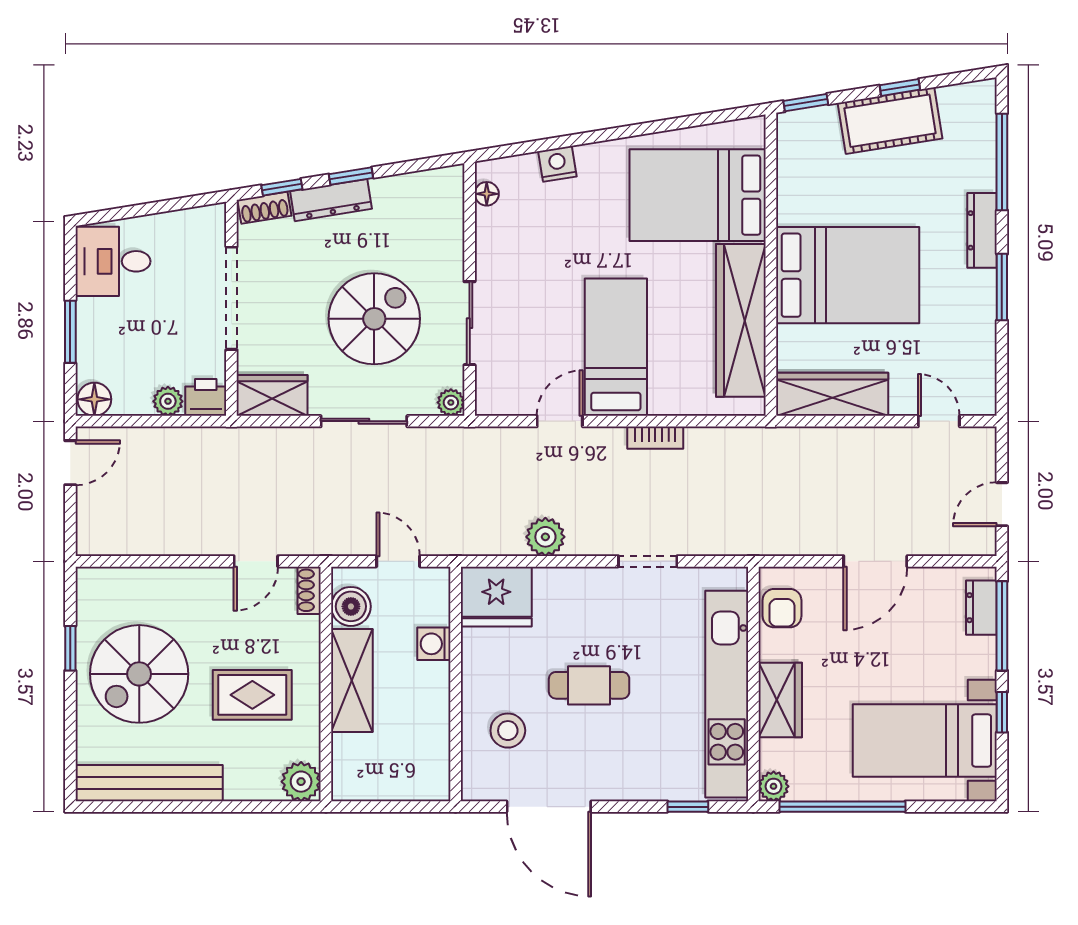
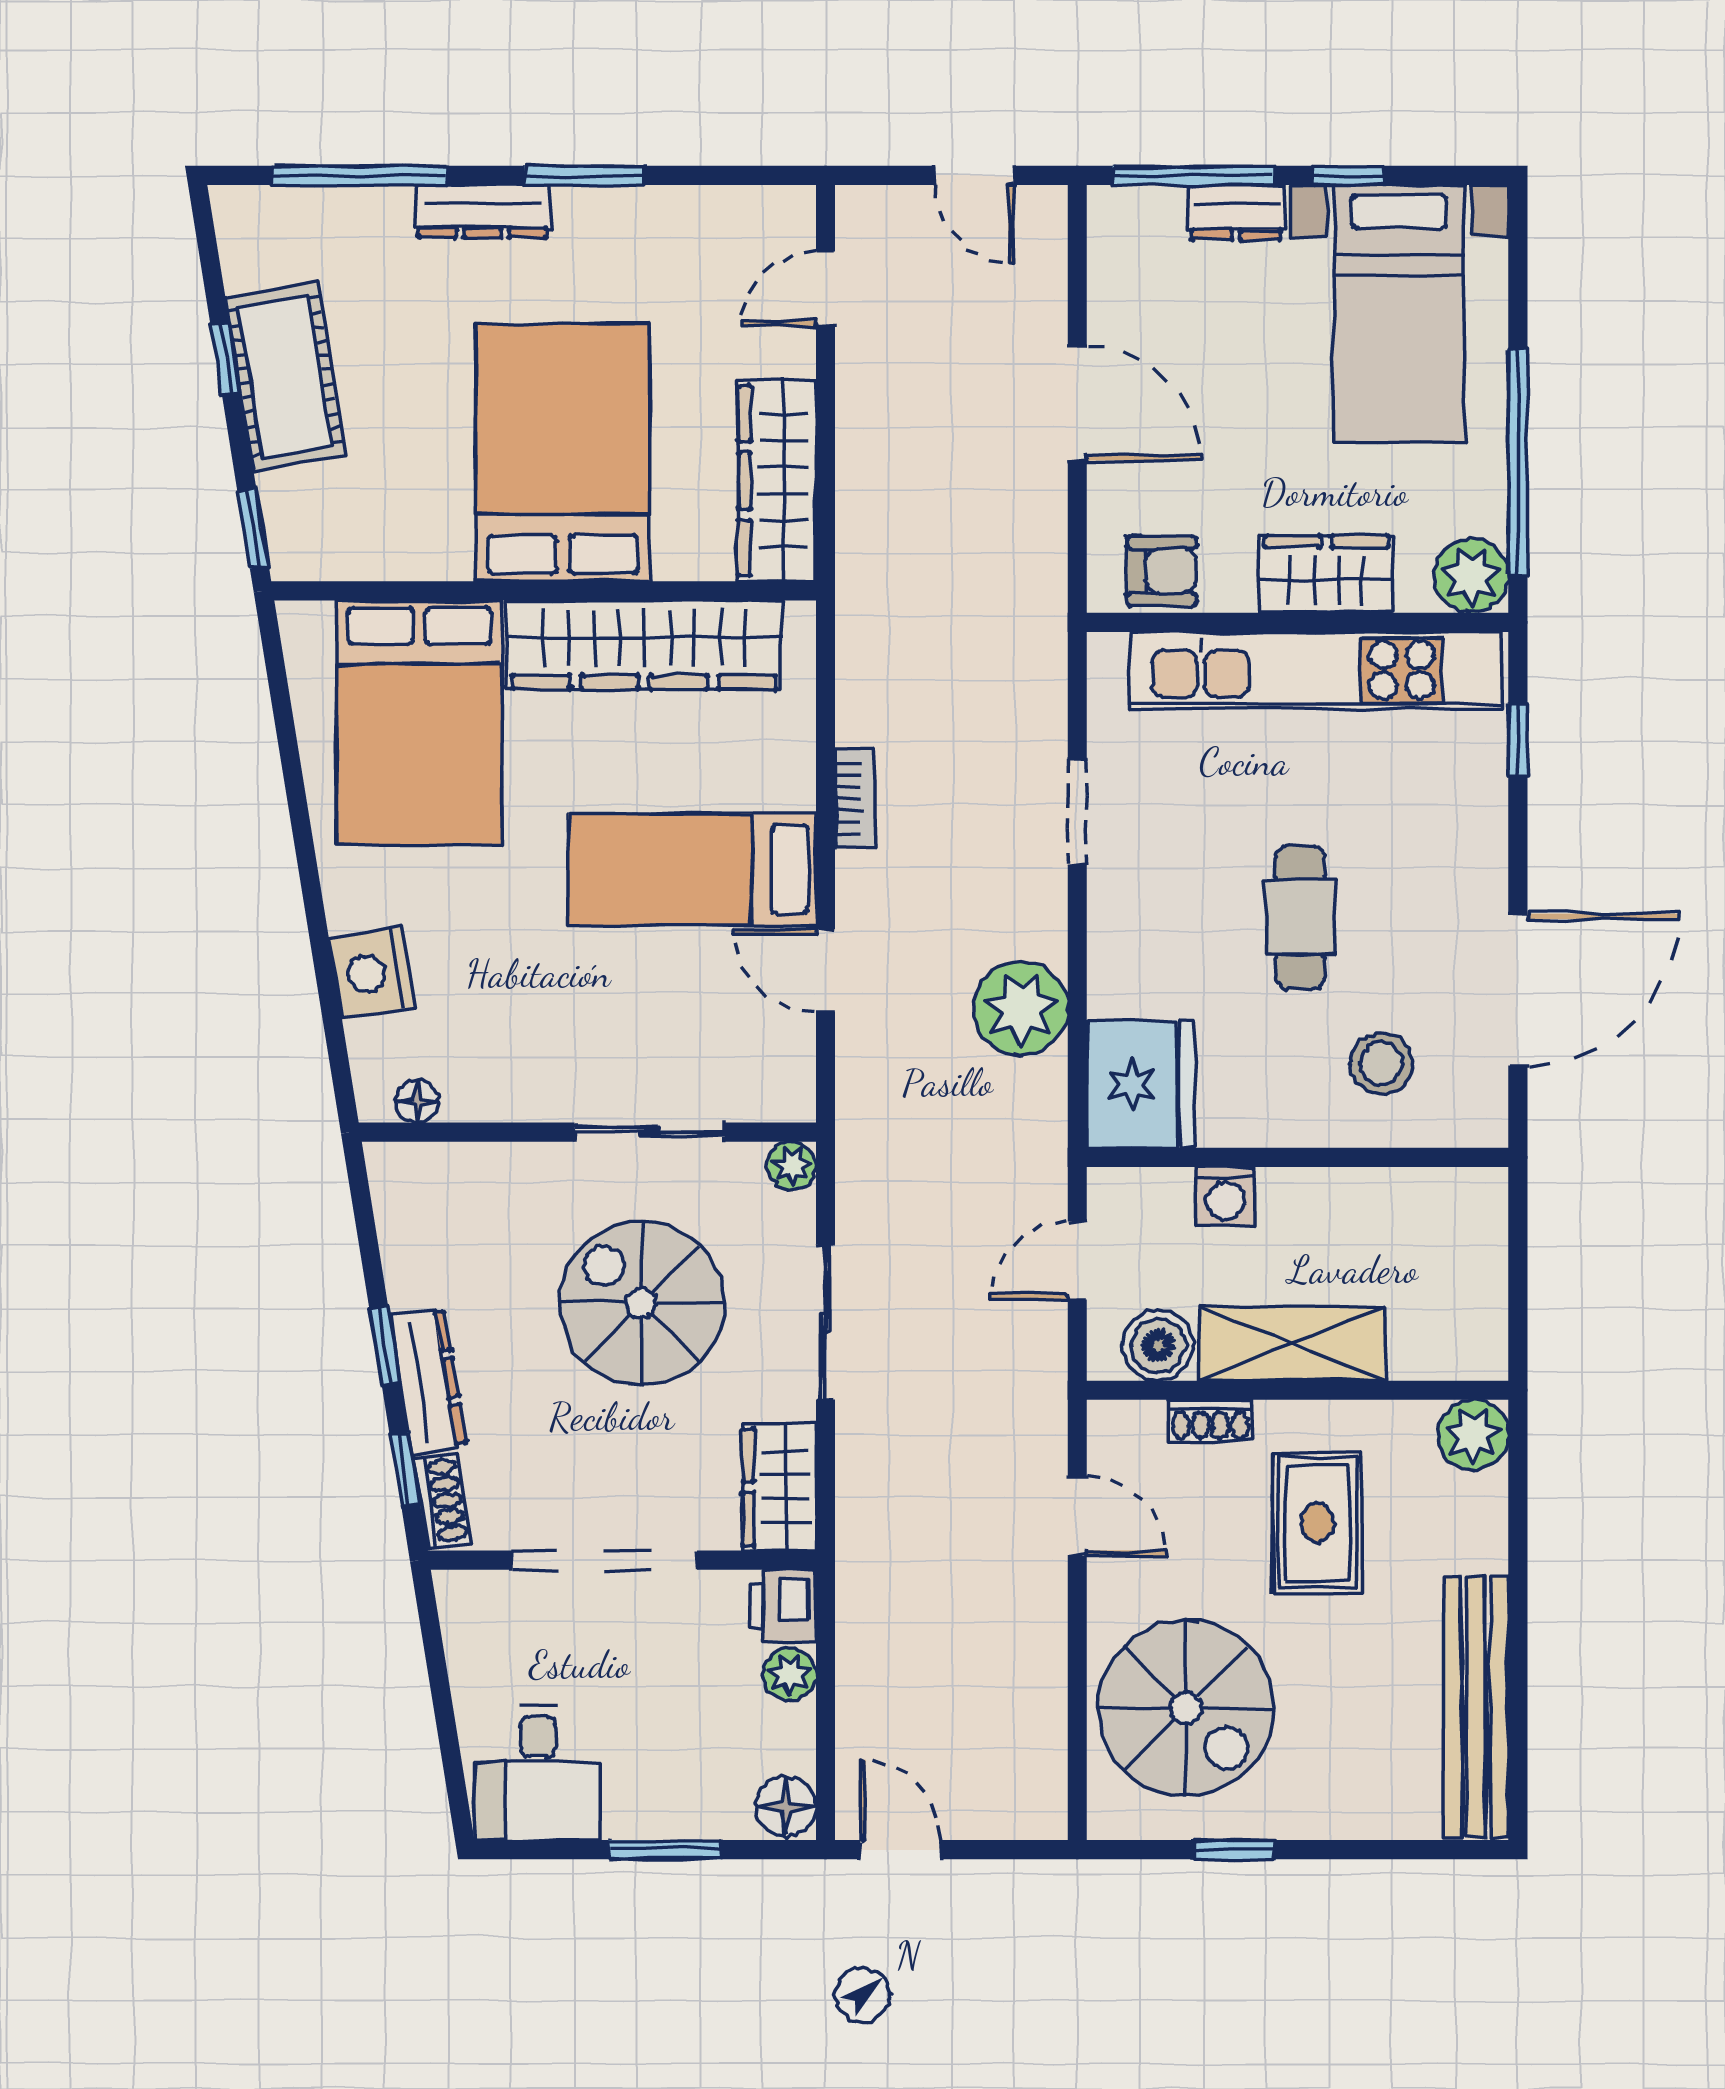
nightstand: (557, 164) -> (372, 973), width x1.36, depth x1.33
plant: (545, 537) -> (1021, 1008), width x1.36, depth x1.36
shoe rack: (309, 590) -> (1210, 1420), moved
dresser: (981, 608) -> (1236, 212), moved
spiral stairs: (139, 674) -> (1186, 1708), moved
plant: (774, 786) -> (1471, 576), width x1.38, depth x1.38

